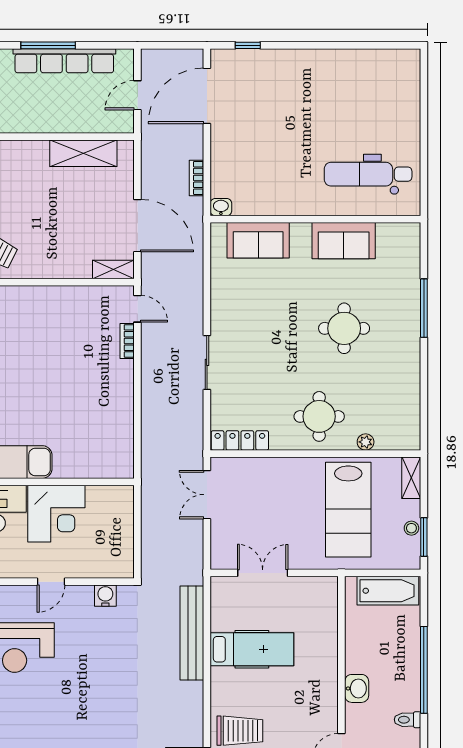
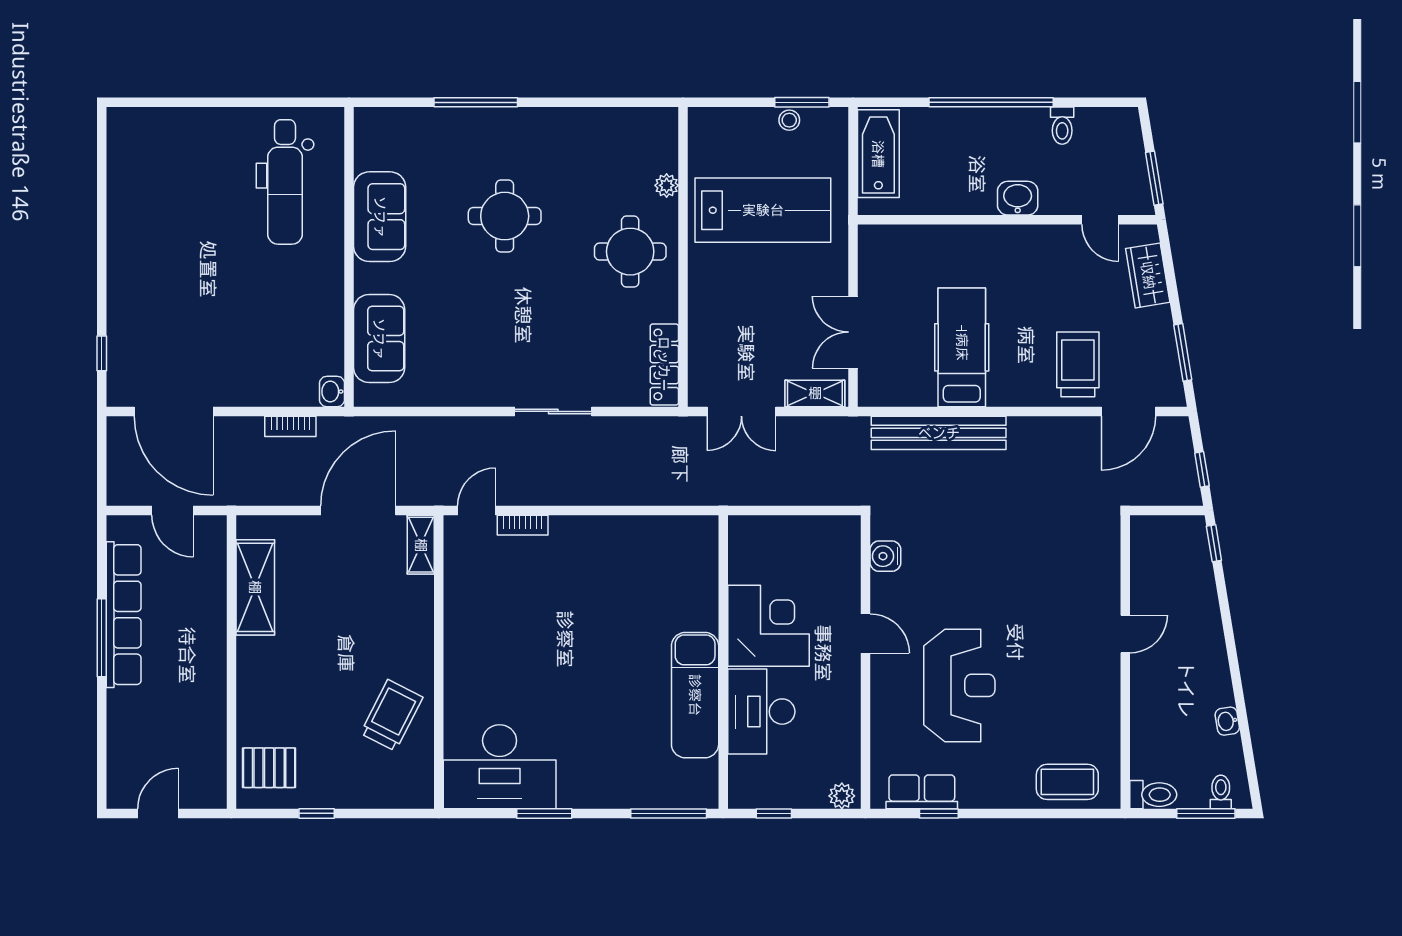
shelving: (411, 478) -> (815, 393), moved

